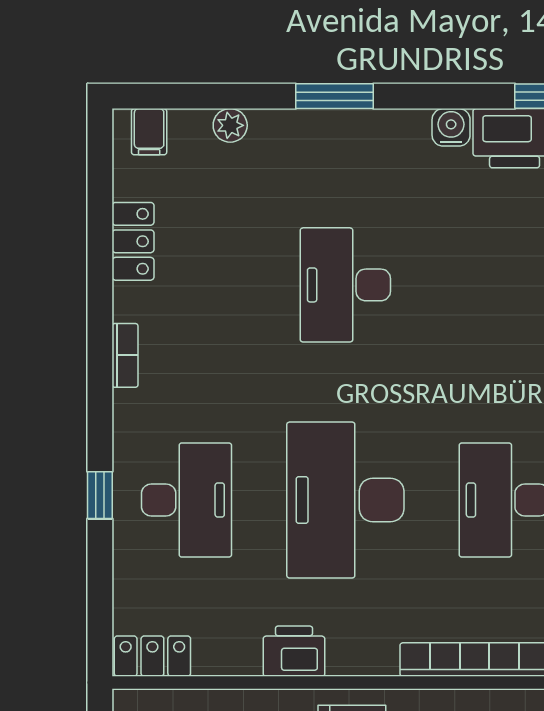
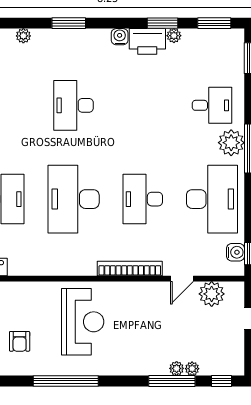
printer: (294, 651) -> (51, 265), removed

